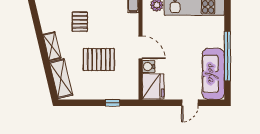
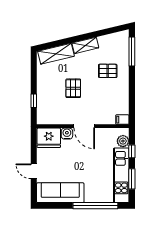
door: (140, 47) -> (84, 126), hinge flipped
window: (227, 56) -> (95, 206), moved
pallet: (99, 60) -> (73, 88), width x0.67, depth x0.71

